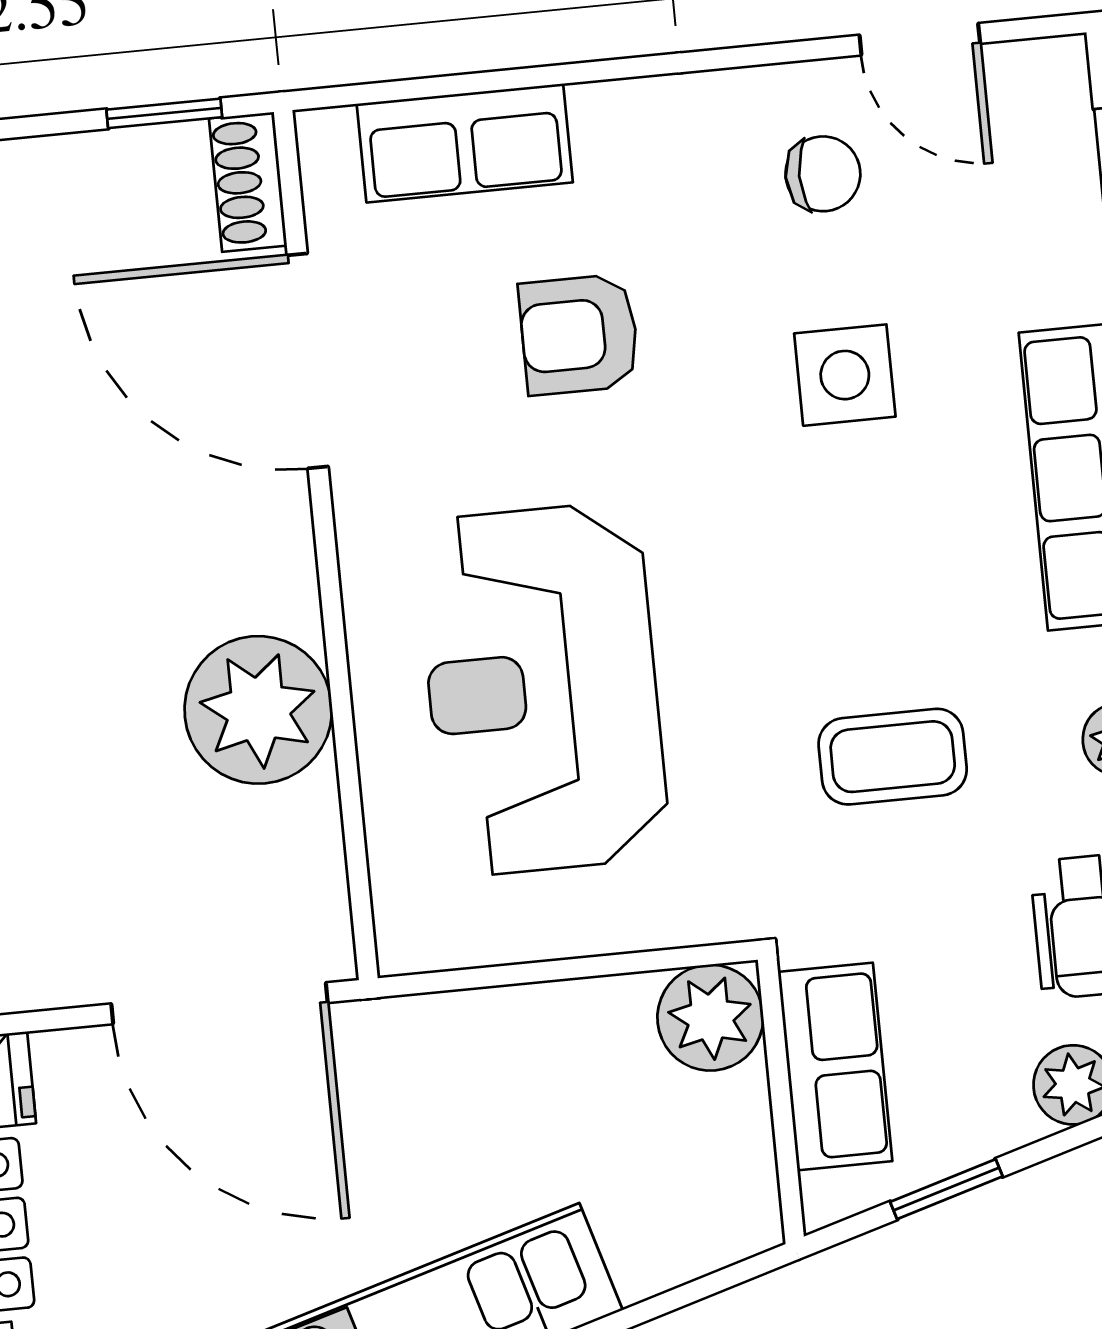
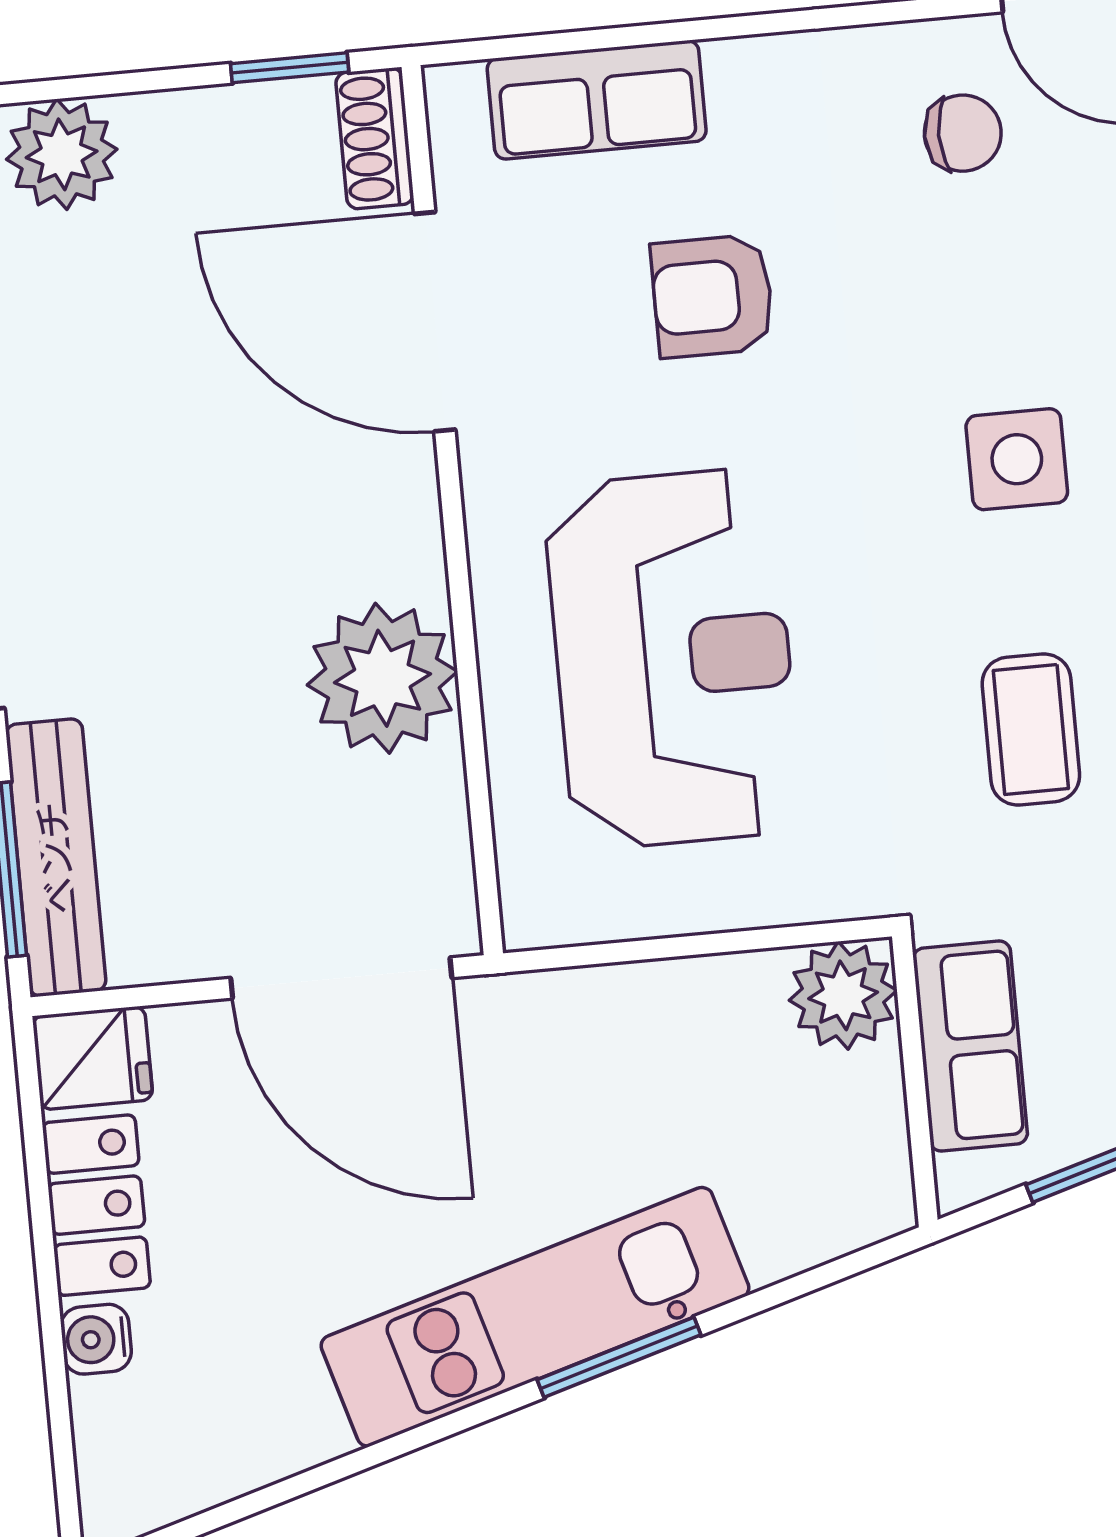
side table: (845, 375) -> (1017, 459), moved
reception desk: (542, 689) -> (673, 659), turned 180
coffee table: (893, 757) -> (1031, 730), turned 90

